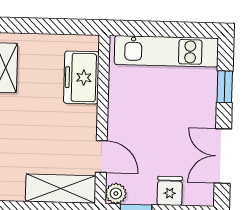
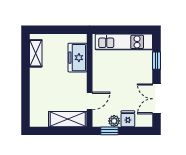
door: (101, 157) -> (90, 101), hinge flipped
plant: (116, 193) -> (114, 121), moved

